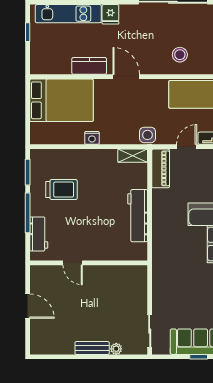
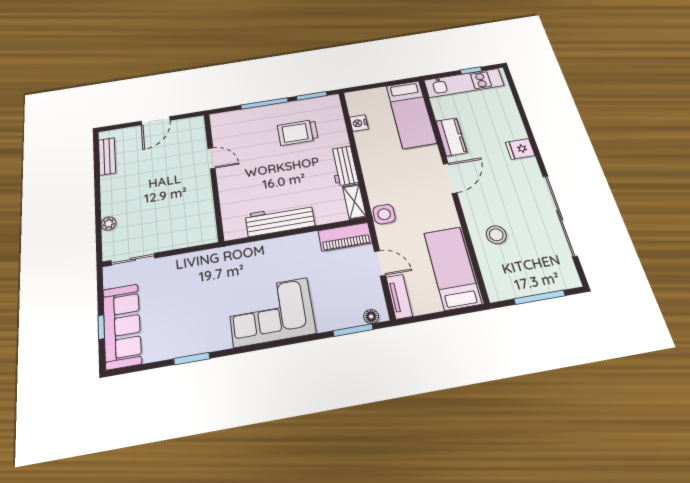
kitchen unit: (68, 14) -> (464, 83), moved, turned -90
bed: (61, 100) -> (411, 114), width x0.67
nightstand: (92, 138) -> (359, 123), moved
trolley: (61, 190) -> (298, 132), turned 90
workbench: (39, 234) -> (344, 166), moved, turned 90
door: (73, 263) -> (212, 158), swing flipped
bench: (92, 348) -> (107, 156), moved

